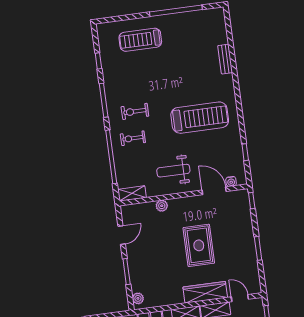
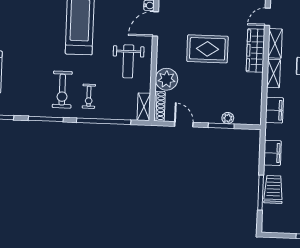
exercise bike: (135, 111) -> (62, 90), width x1.38, depth x1.39
plant: (162, 206) -> (166, 79), width x1.87, depth x1.87
shoe rack: (135, 208) -> (159, 106), added
plant: (138, 298) -> (228, 118), moved

